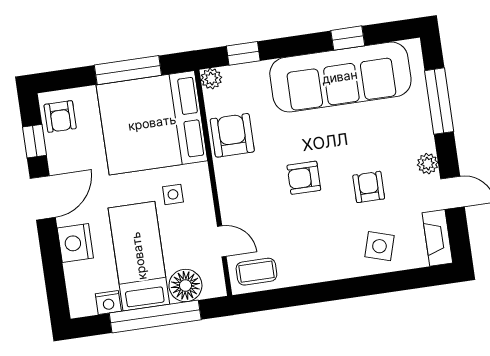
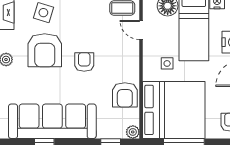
armchair: (304, 178) -> (84, 62), turned -90
armchair: (369, 187) -> (45, 50), width x1.88, depth x1.88

